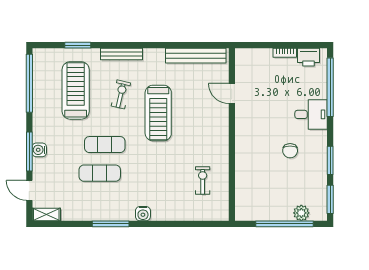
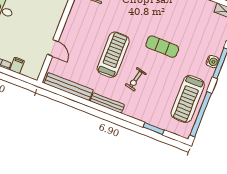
bench: (121, 54) -> (107, 103), moved
filing cabinet: (265, 57) -> (17, 65), added
treadmill: (76, 90) -> (188, 99), moved
exercise mat: (100, 173) -> (174, 27), removed

